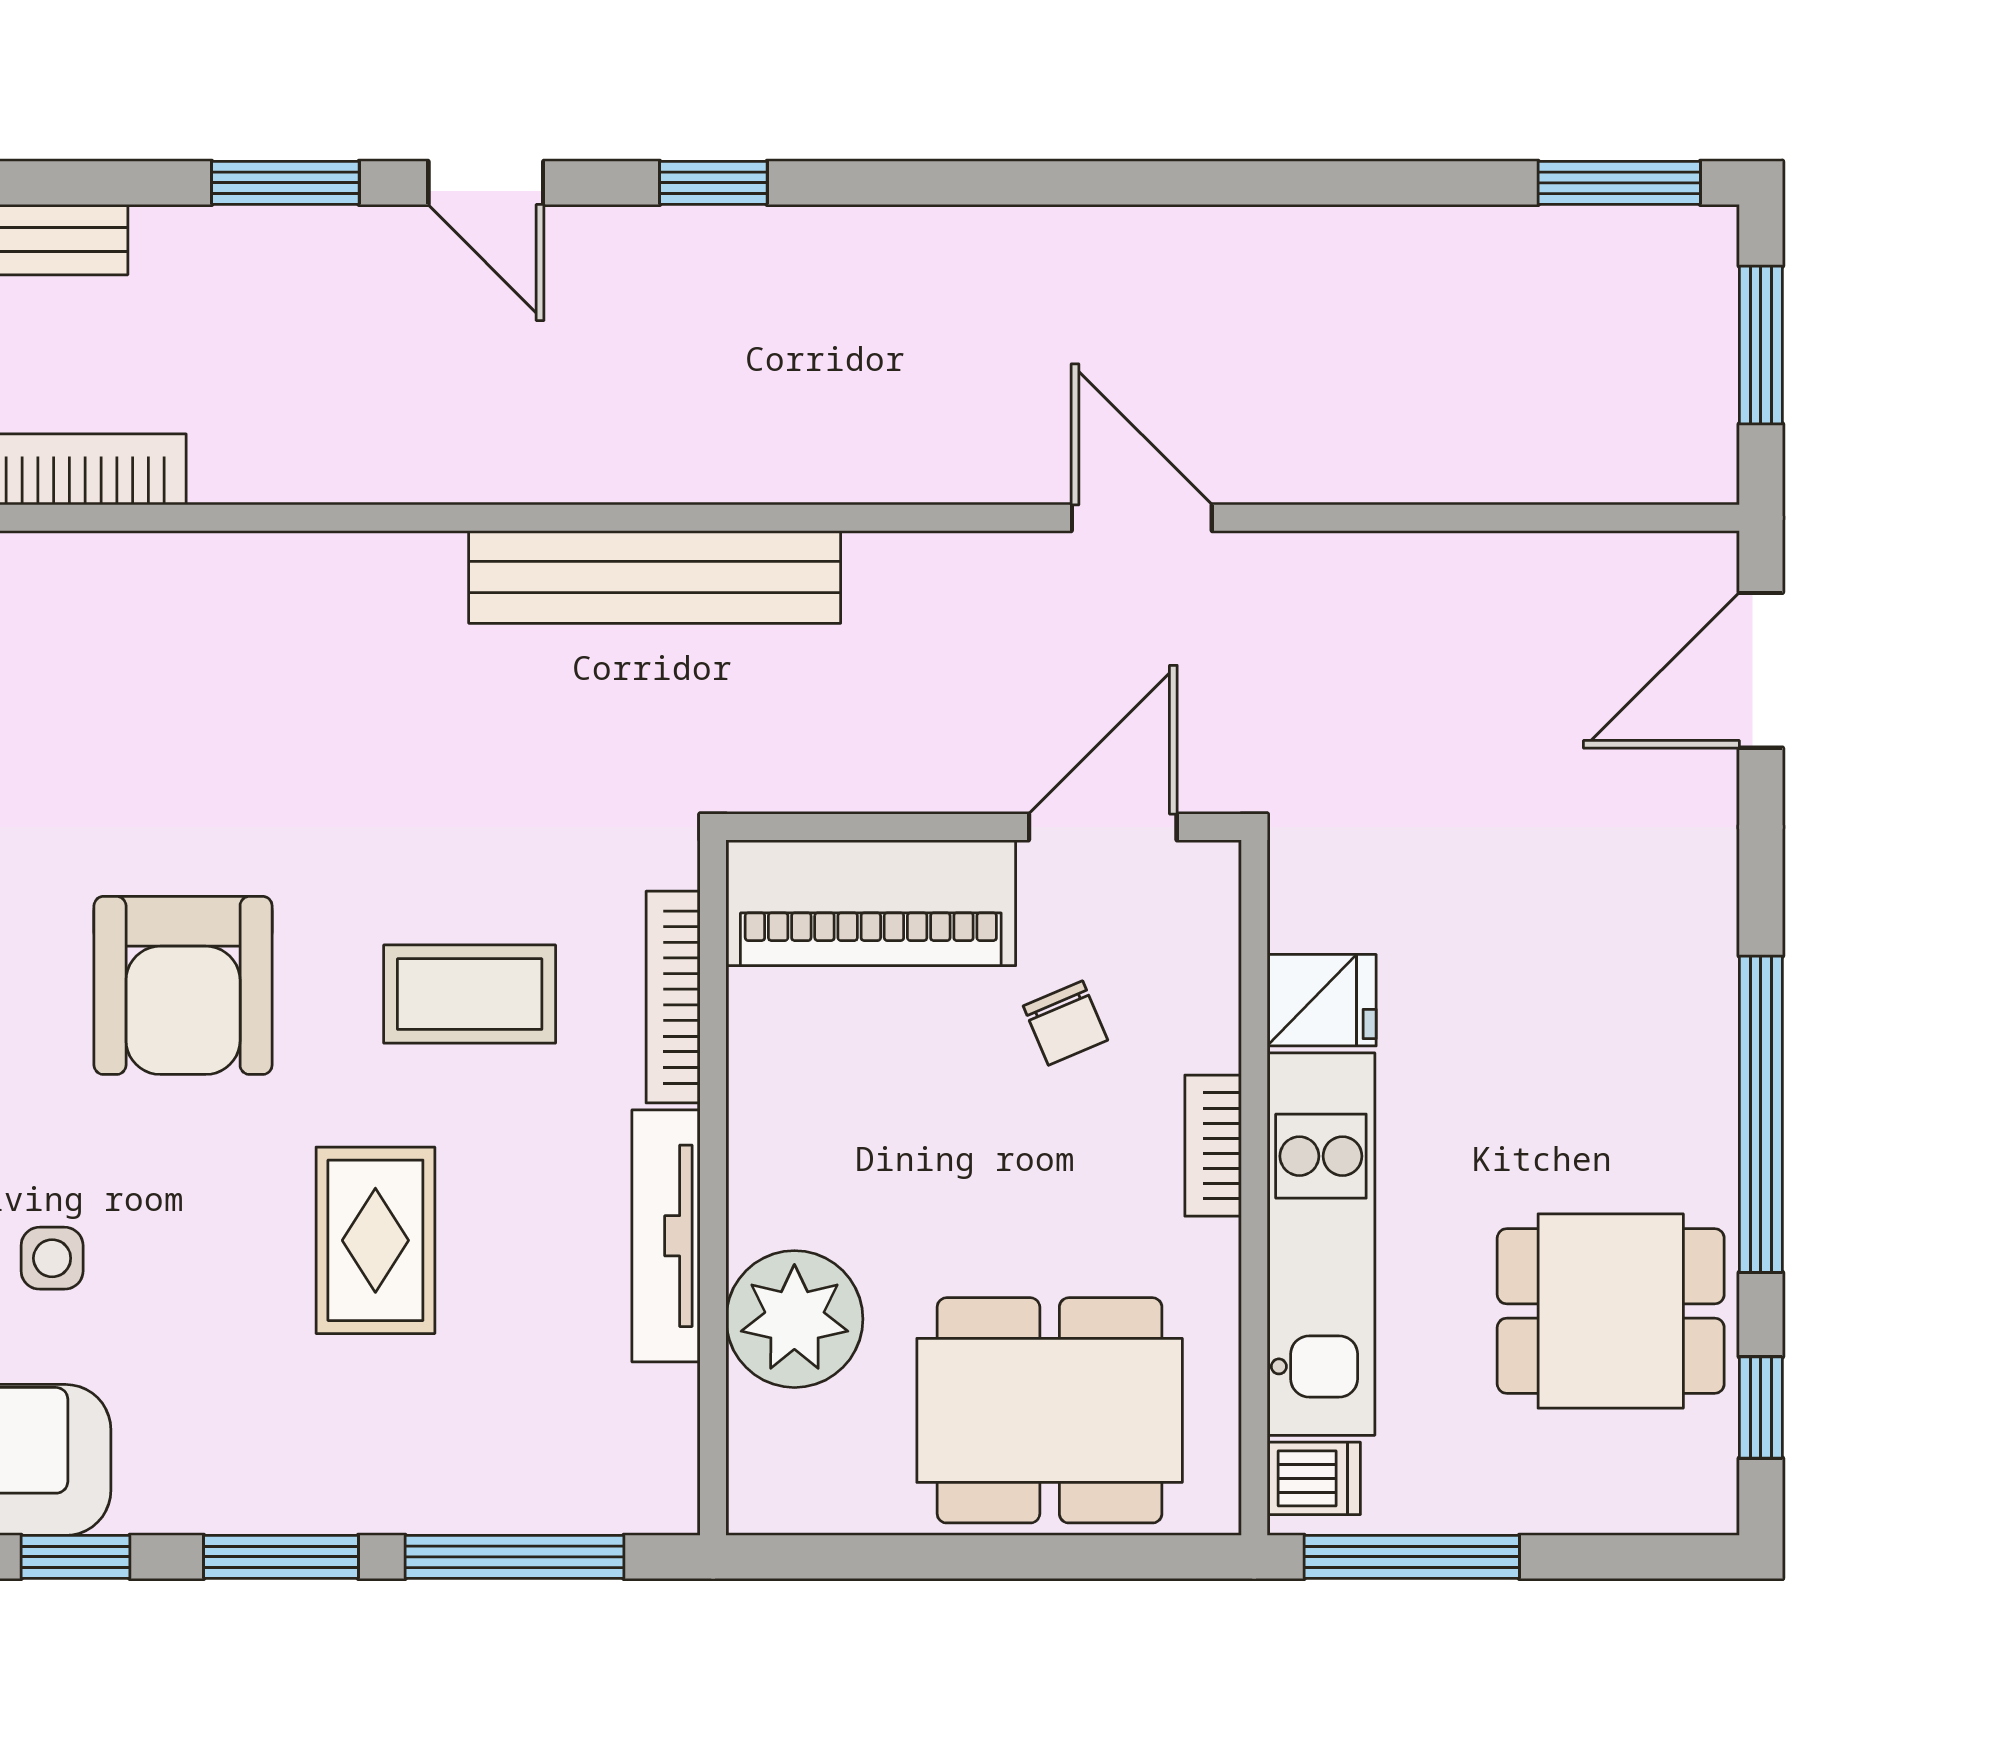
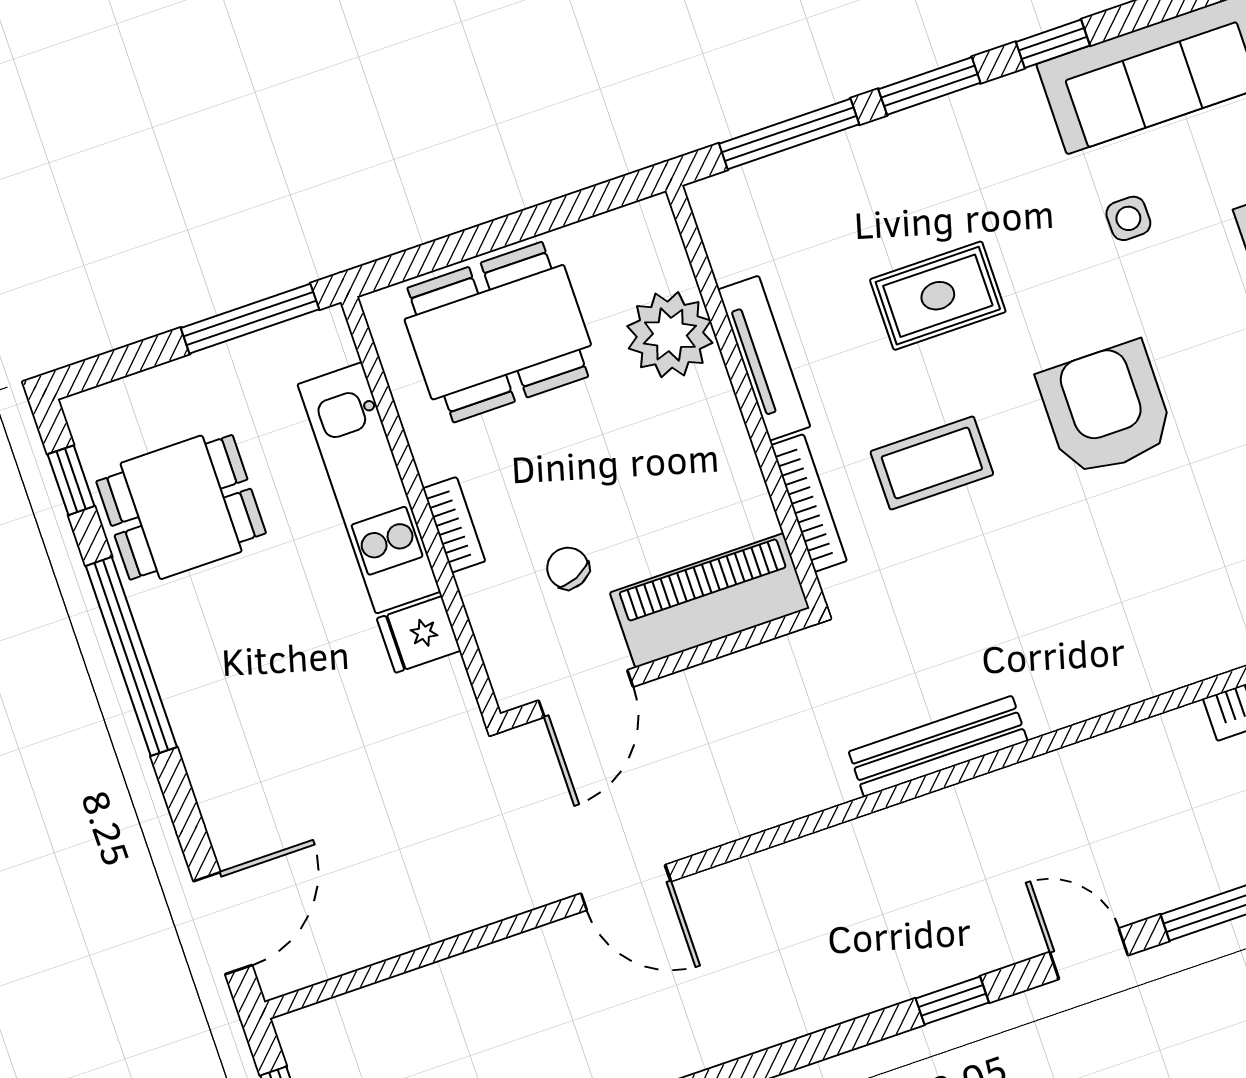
bench: (655, 577) -> (938, 746), width x0.73, depth x0.82
rug: (375, 1240) -> (938, 296), turned 90
dishwasher: (1314, 1478) -> (325, 346), removed

